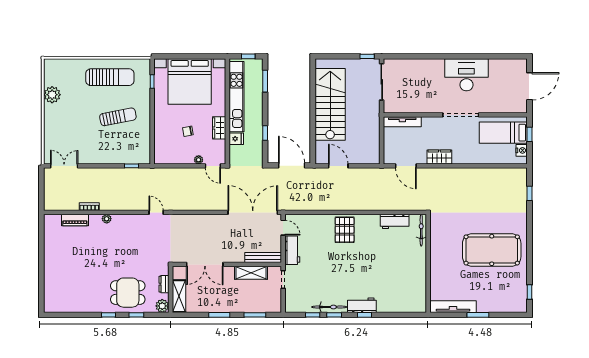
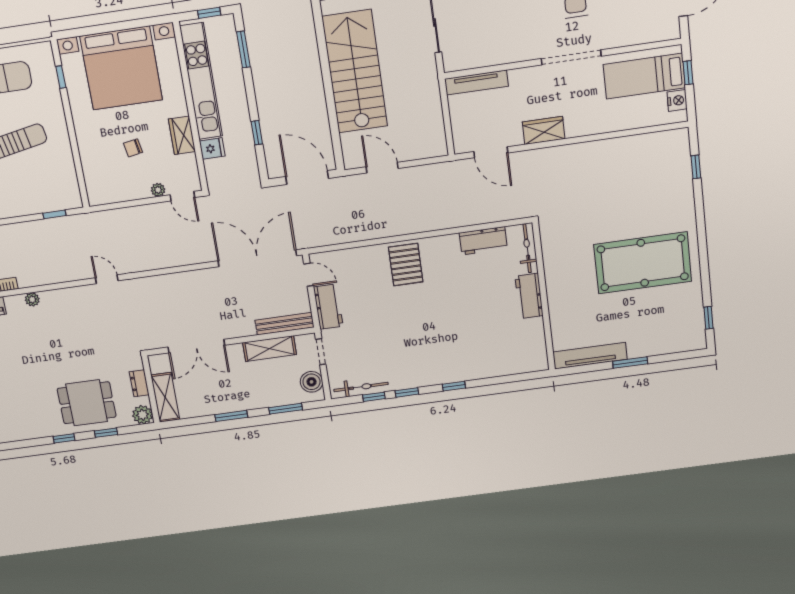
boiler: (274, 299) -> (311, 382), added
workbench: (362, 305) -> (529, 296), moved, turned -90
bicycle: (329, 307) -> (361, 387), moved

